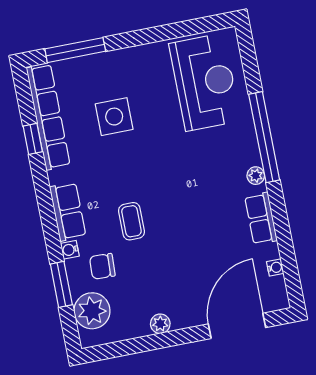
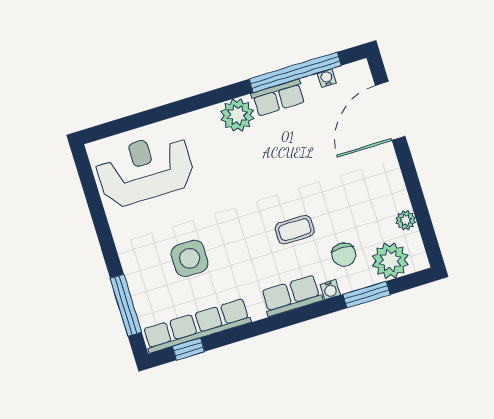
window: (264, 137) -> (295, 72), moved
window: (33, 139) -> (188, 349), moved
plant: (256, 176) -> (237, 115), width x1.88, depth x1.88
plant: (160, 324) -> (406, 220), moved
door: (237, 326) -> (390, 111), hinge flipped

